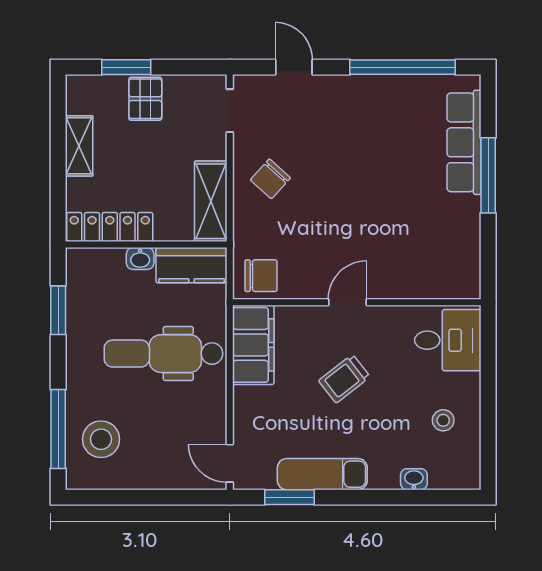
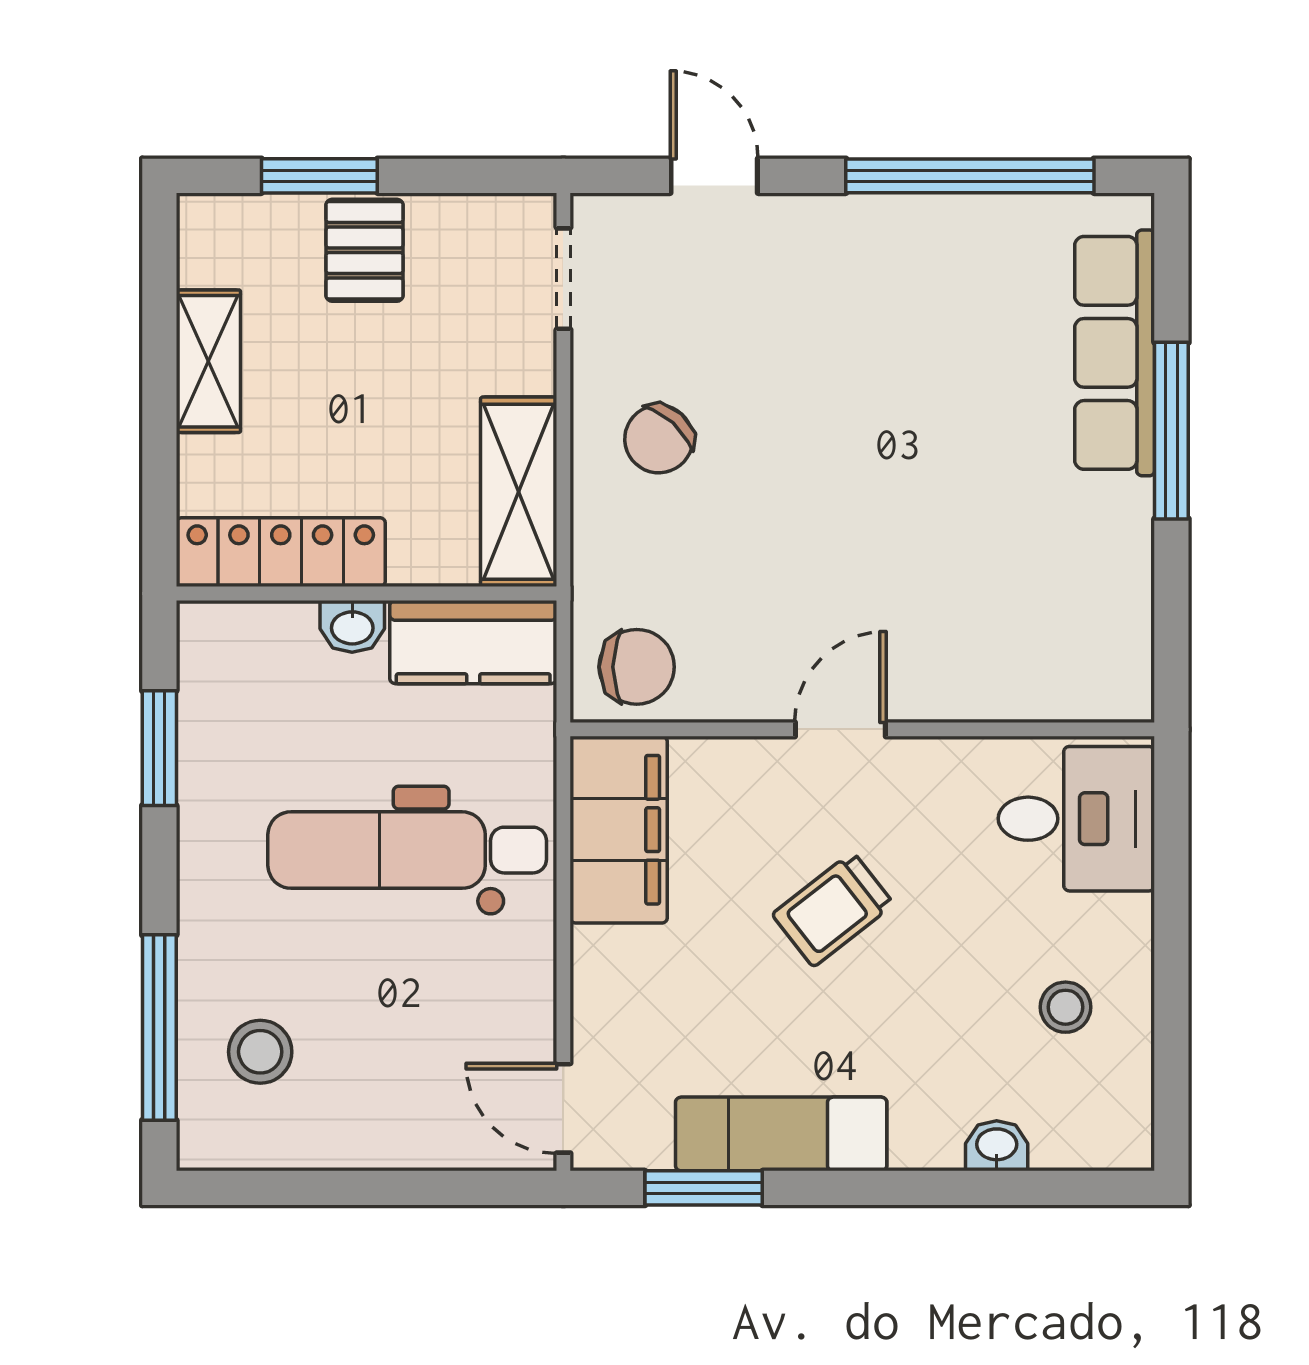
stool: (101, 439) -> (260, 1052), width x0.73, depth x0.73

